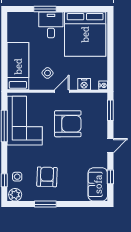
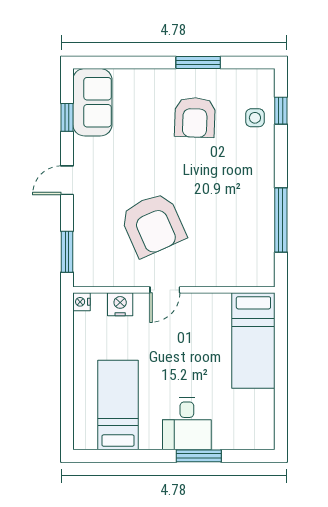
bed: (85, 34) -> (118, 405), width x0.49
side table: (48, 73) -> (194, 327), removed
corner sofa: (25, 121) -> (240, 231), removed
armchair: (68, 124) -> (153, 225), turned -114
plant: (15, 195) -> (259, 81), removed

